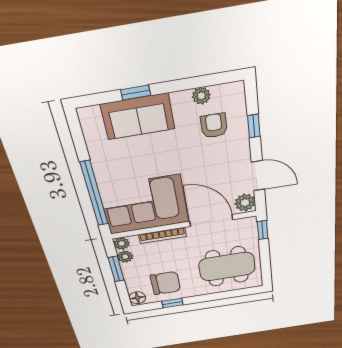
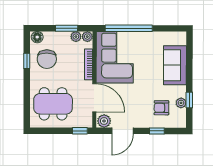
window: (136, 93) -> (189, 100), moved
armchair: (214, 126) -> (161, 108), turned 180
door: (211, 220) -> (94, 98), hinge flipped
dining table: (227, 267) -> (53, 104), turned 90

